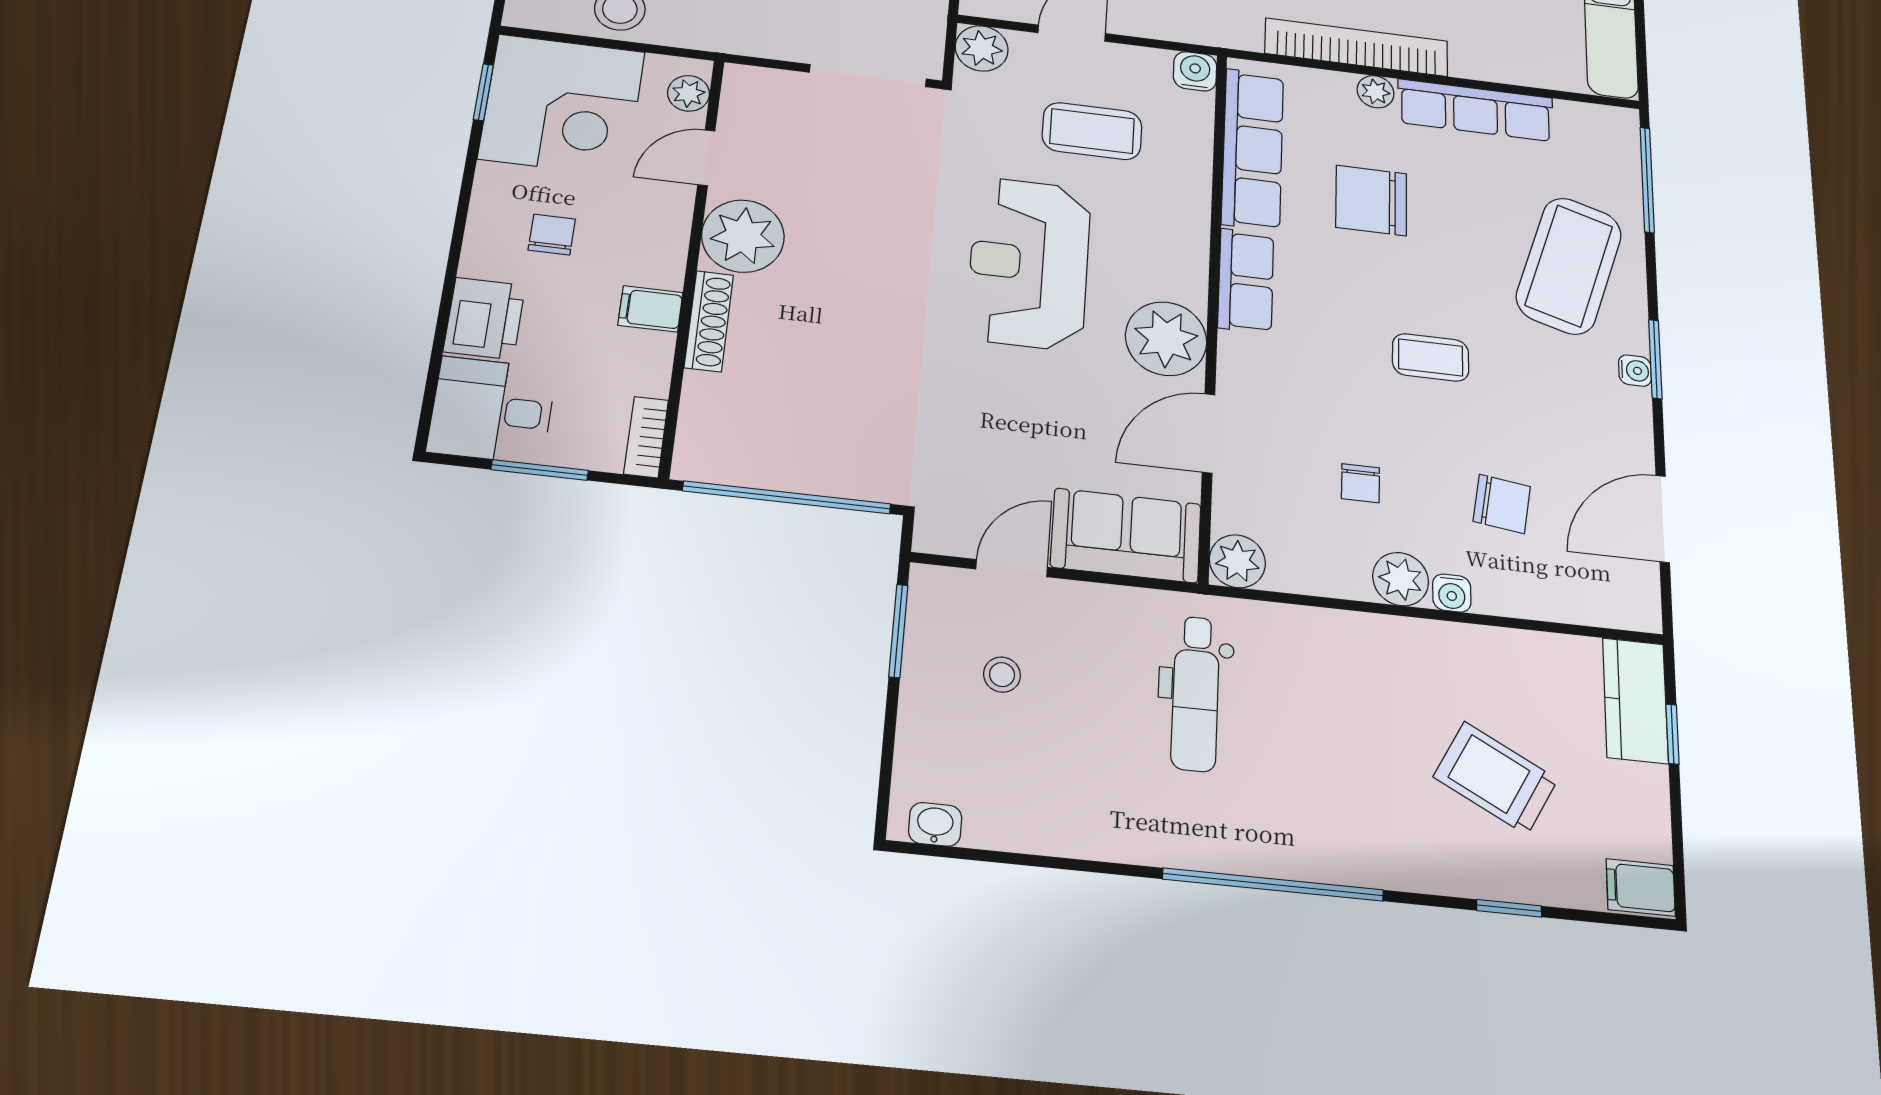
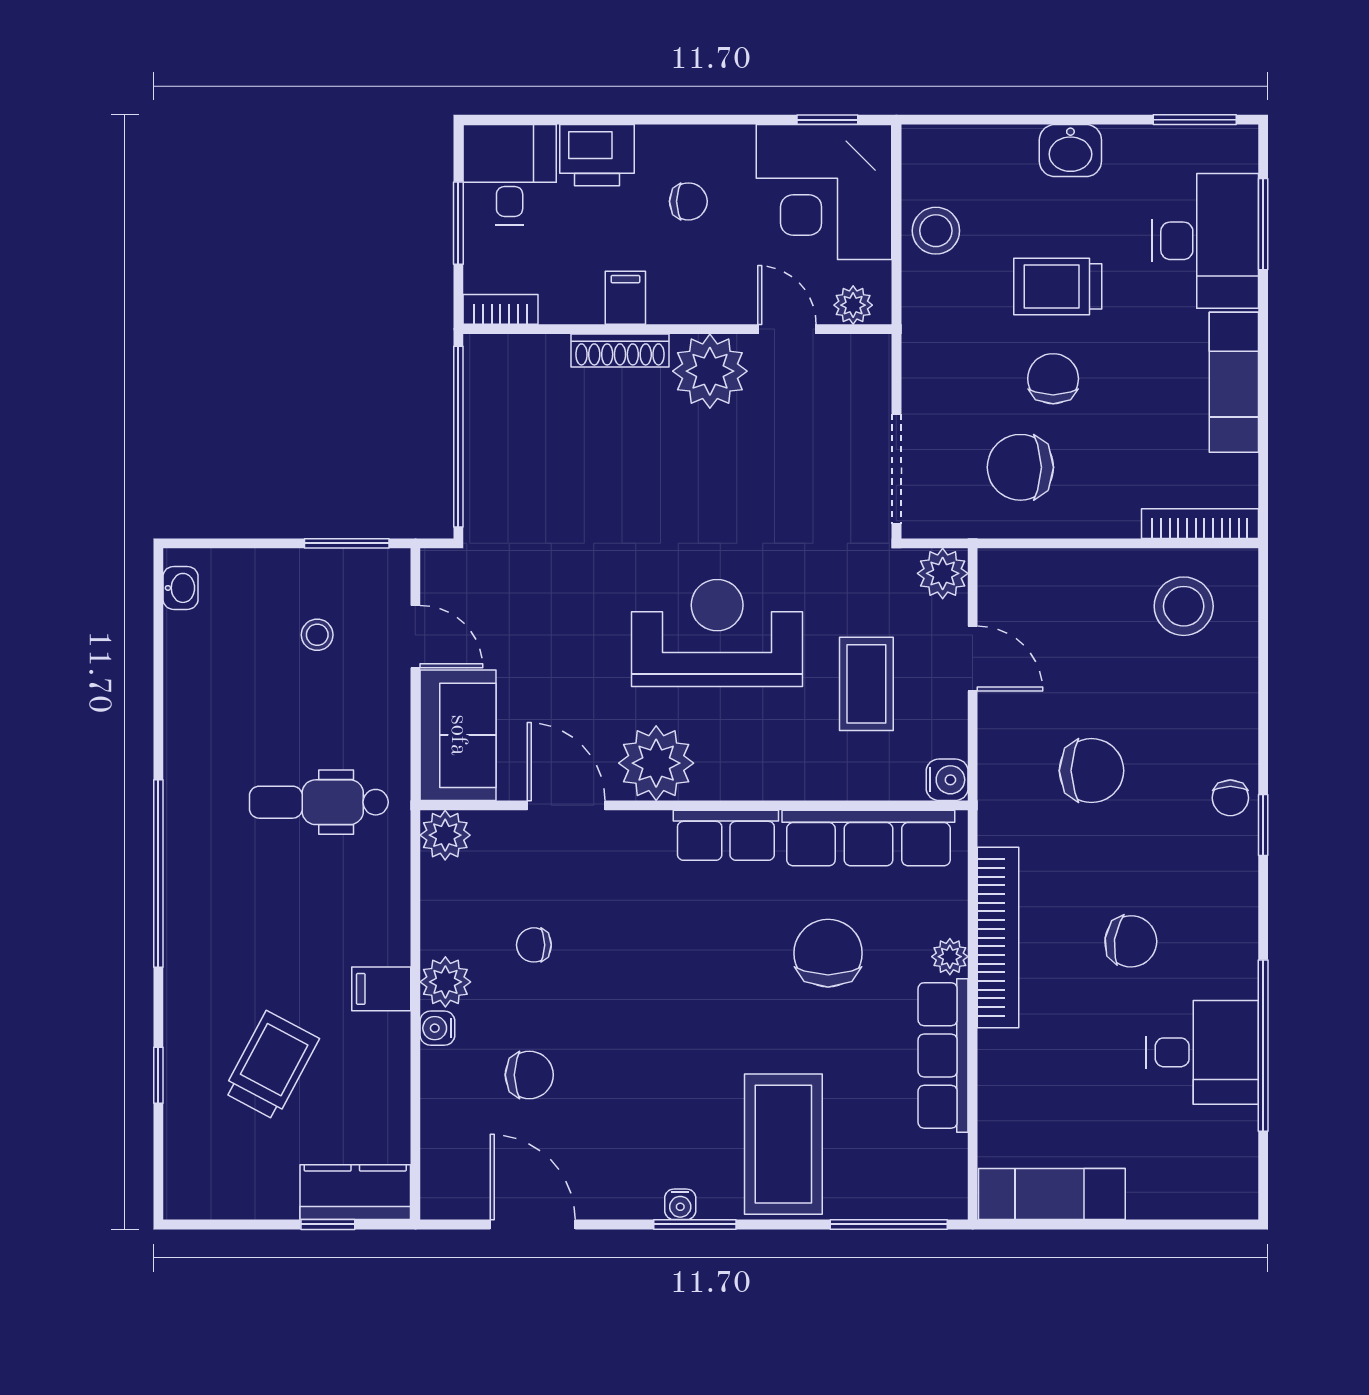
coffee table: (1569, 266) -> (783, 1144), turned 73
coffee table: (1431, 357) -> (669, 1010), removed
chair: (1502, 504) -> (529, 1075), turned -98
filing cabinet: (1641, 887) -> (381, 989), moved, turned -90

